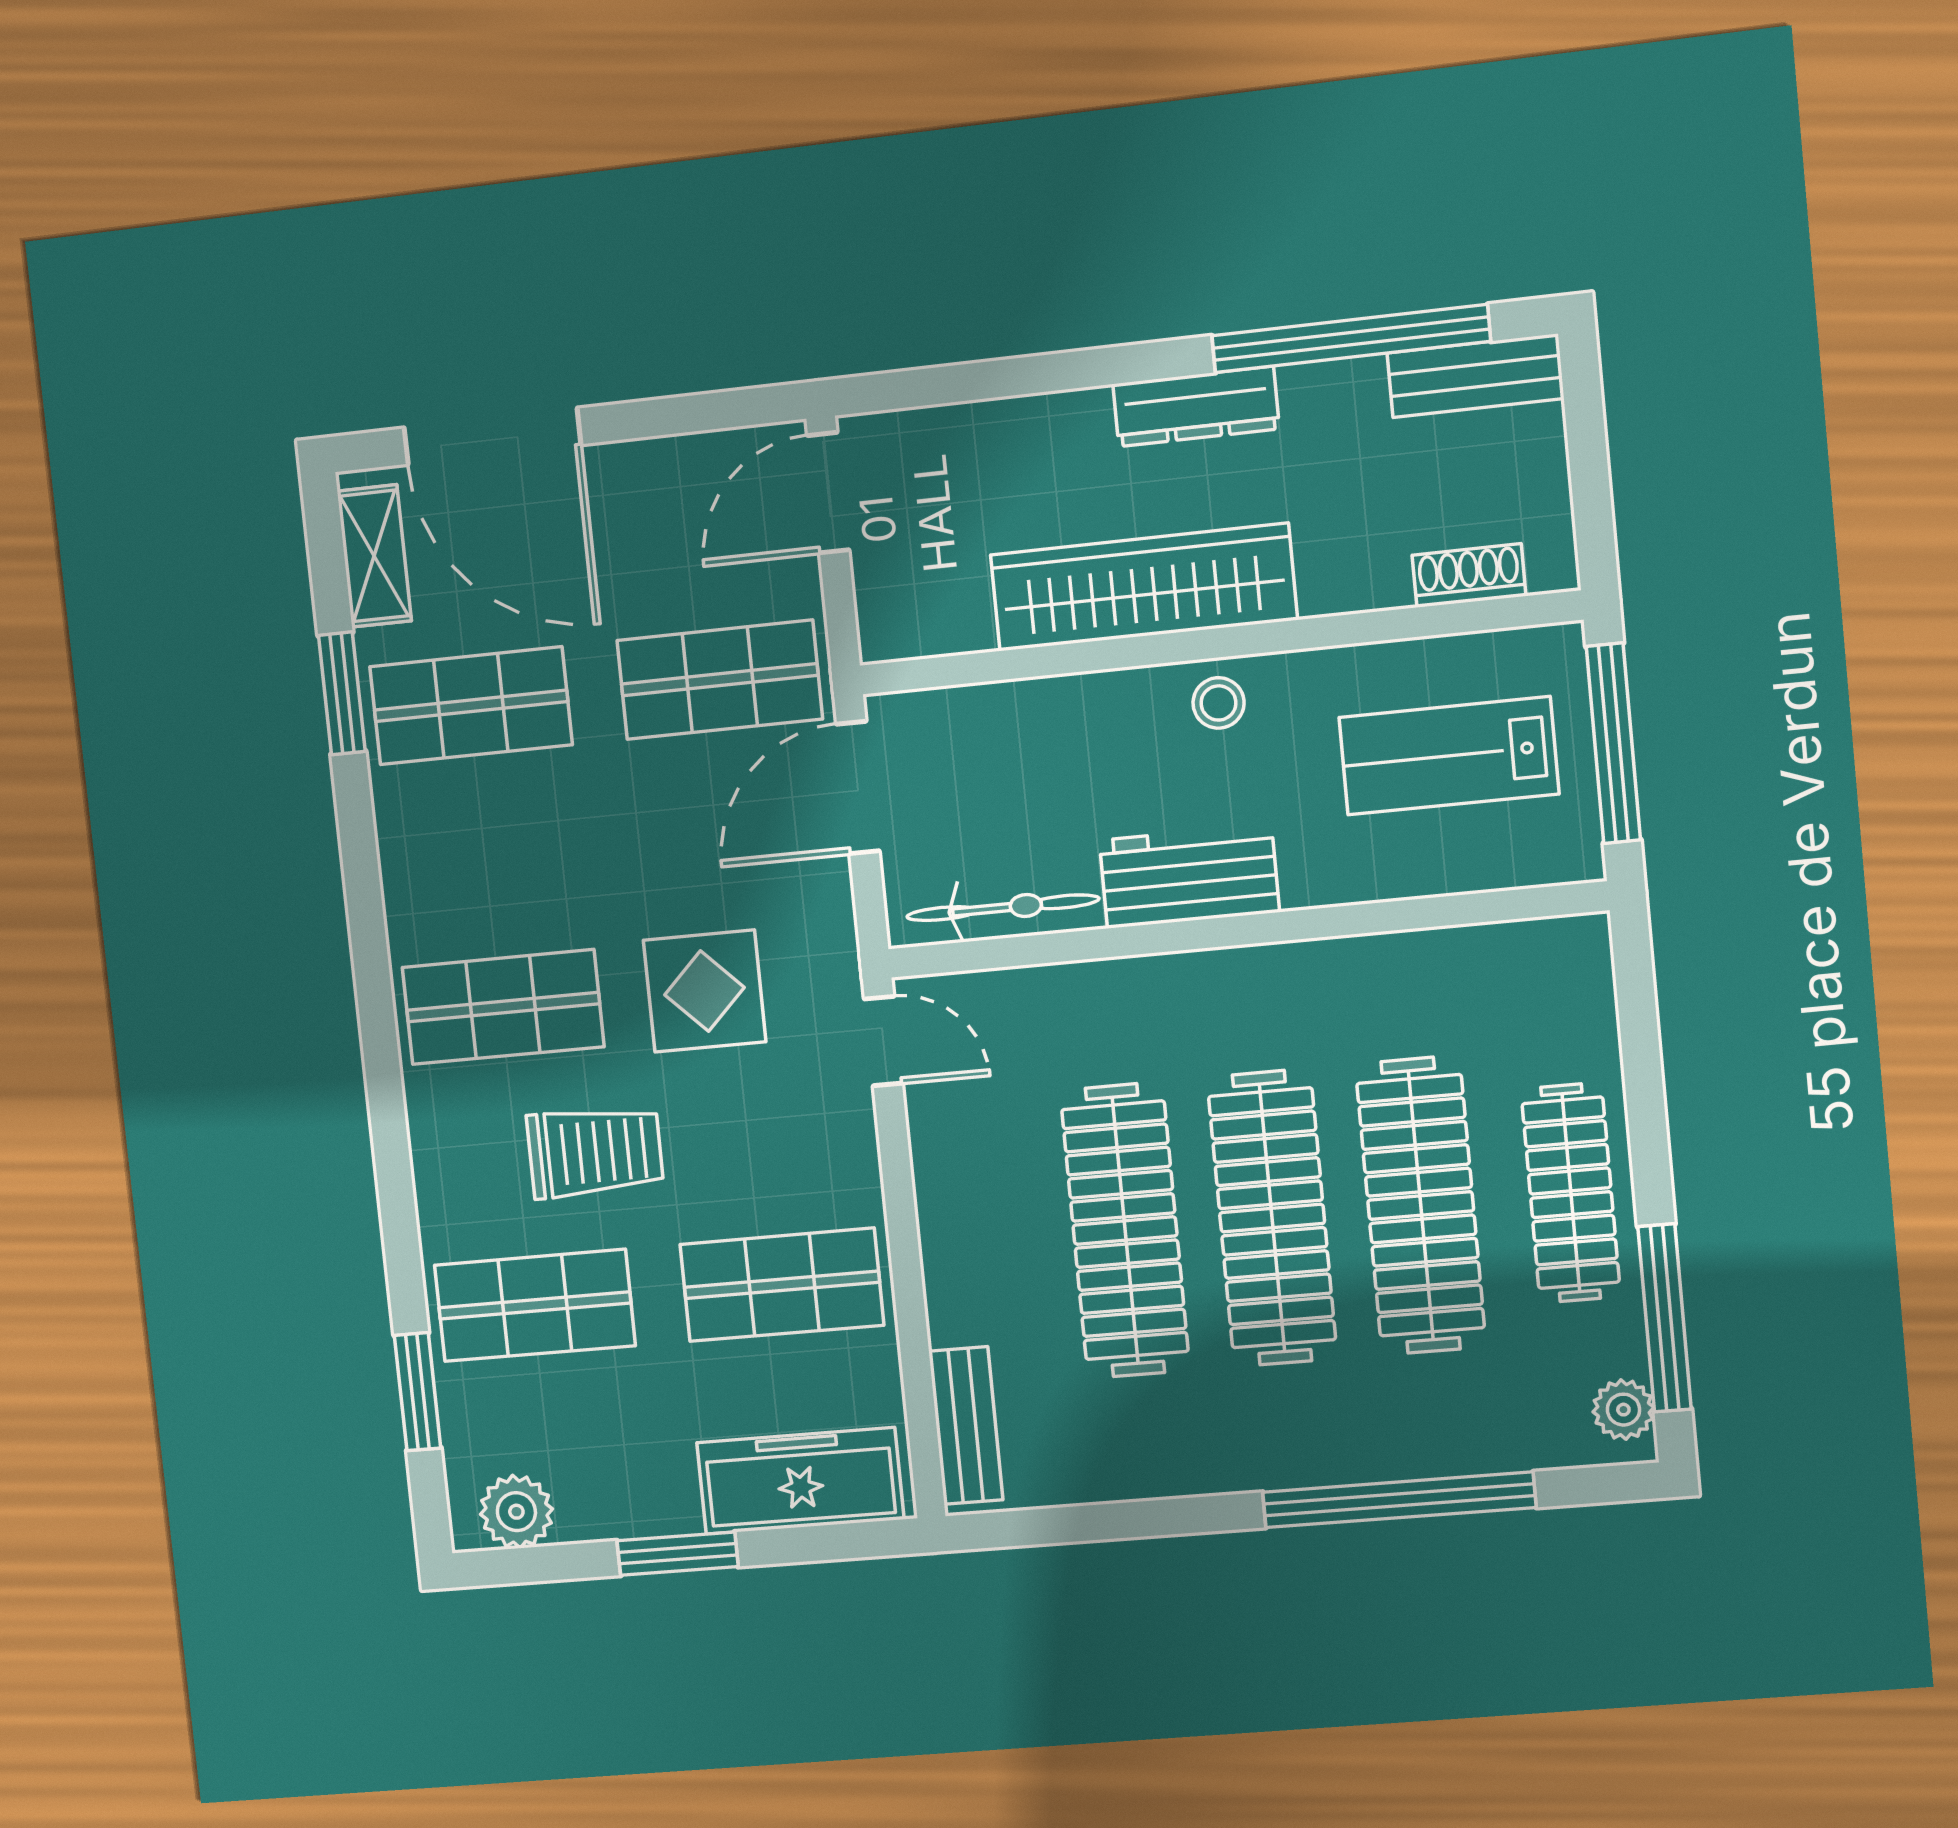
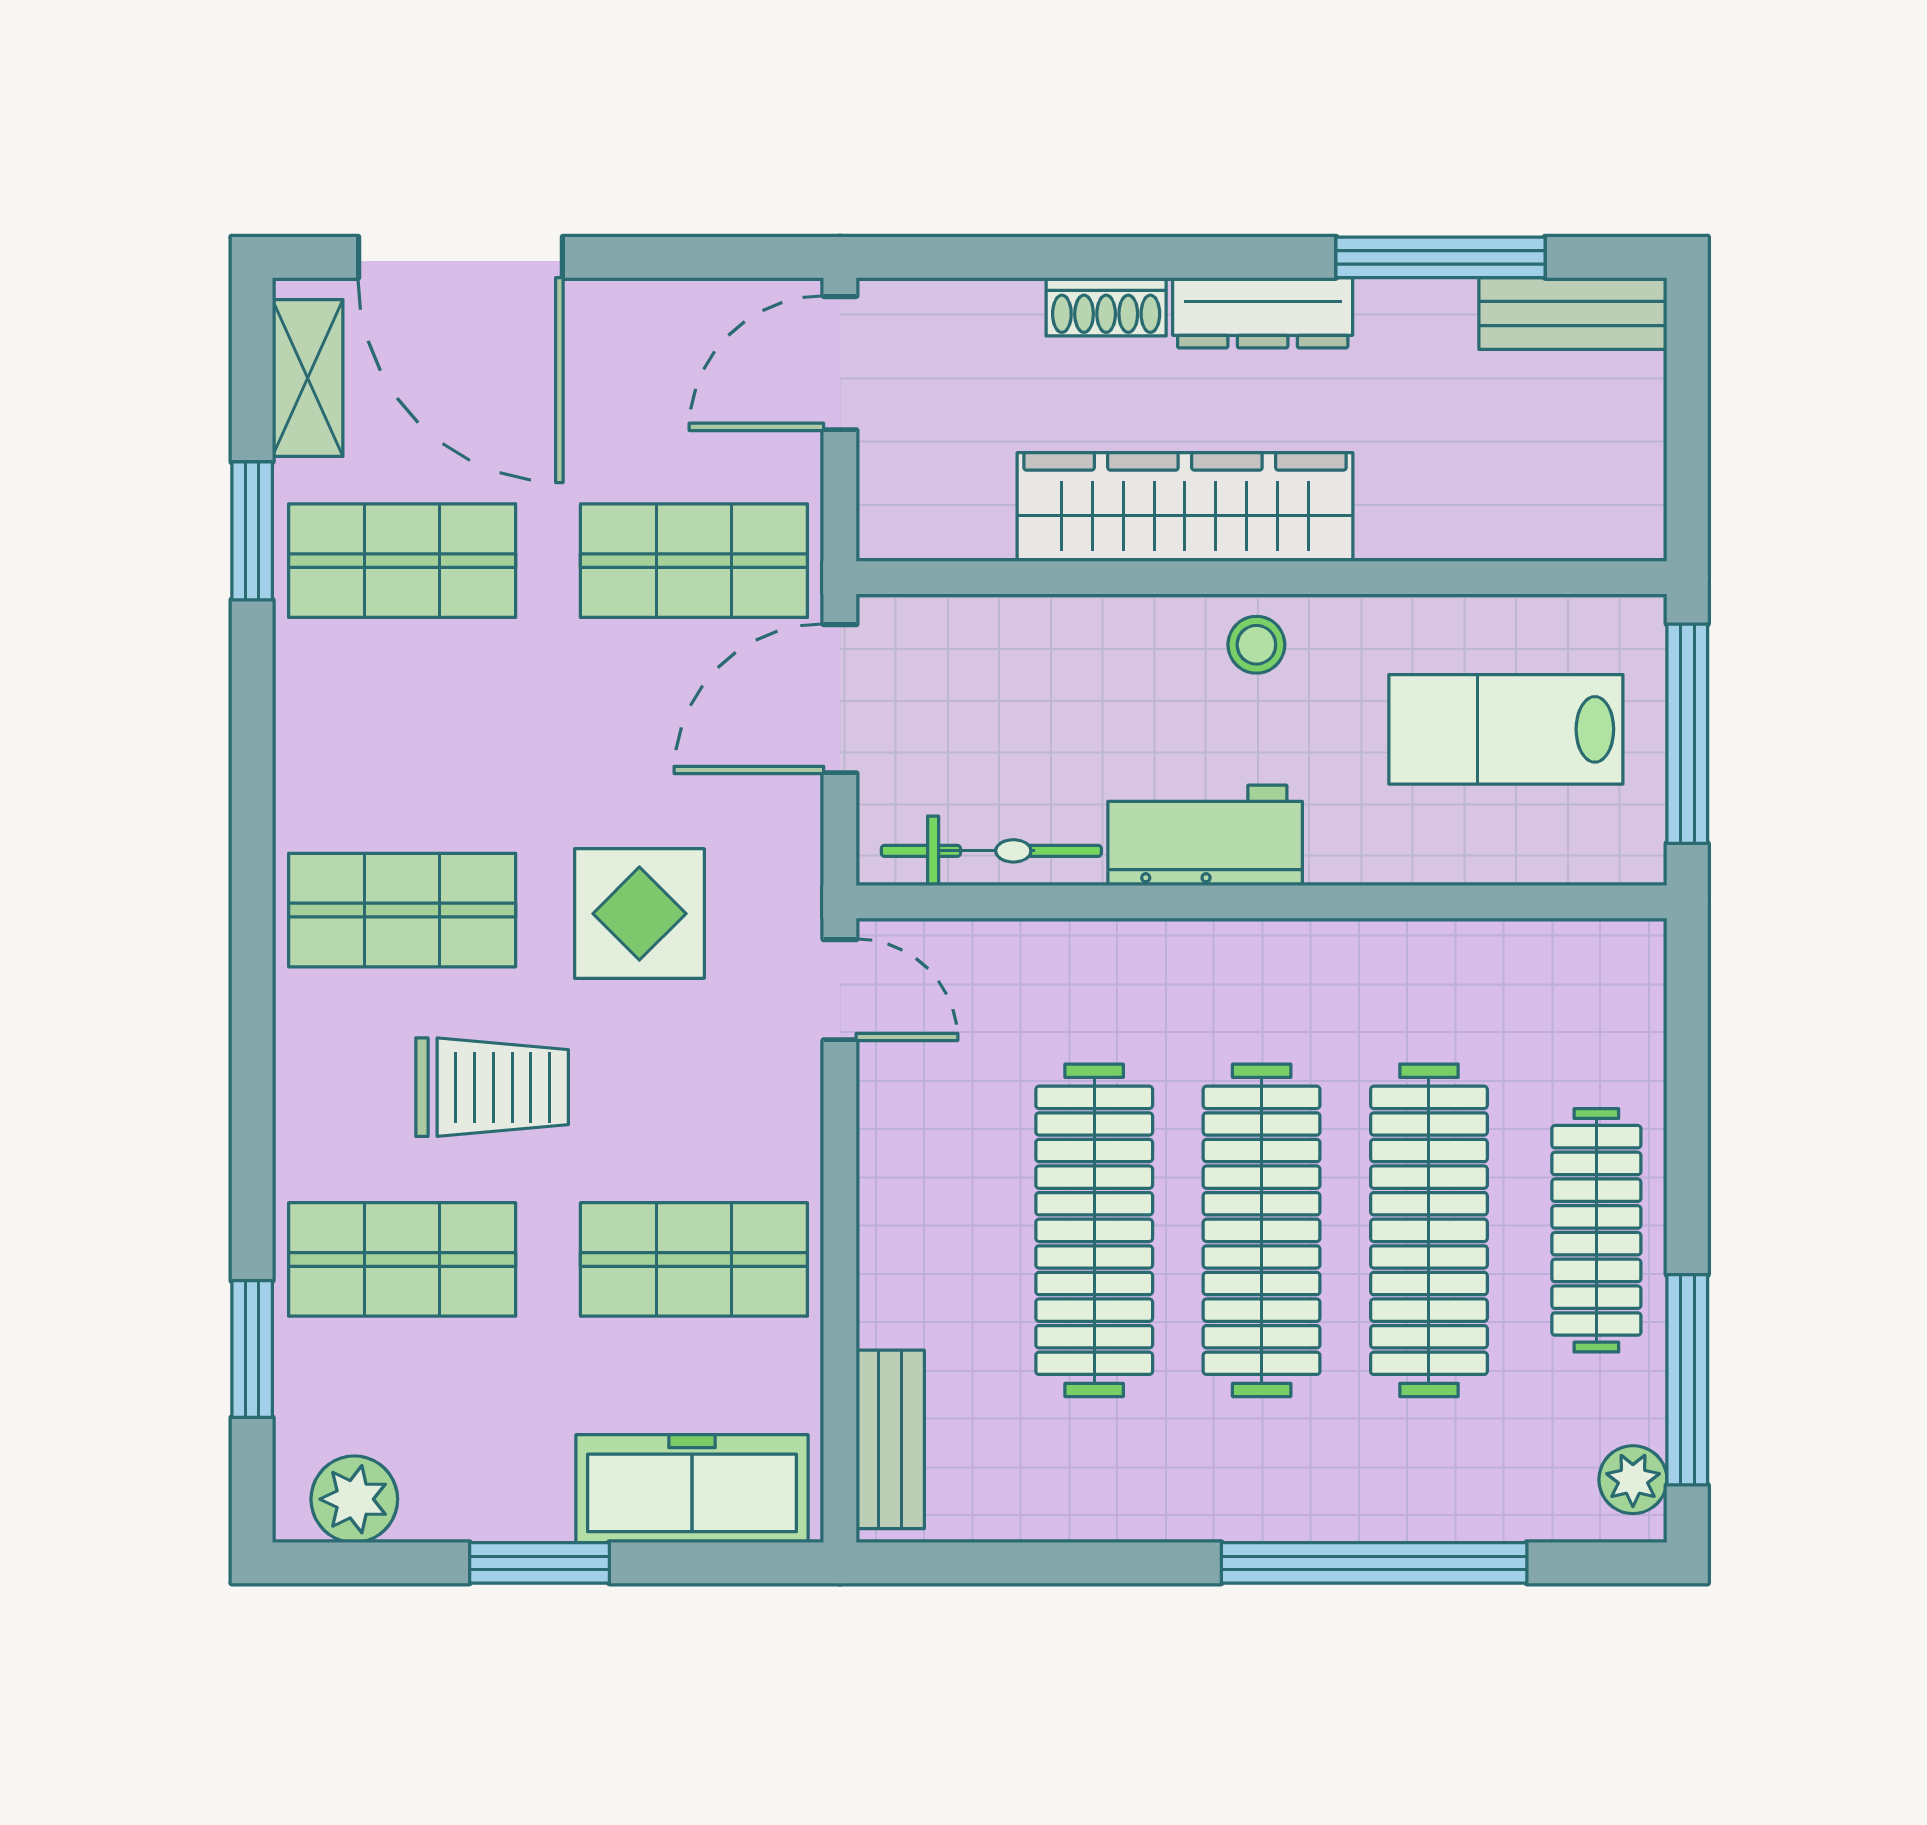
window: (1351, 339) -> (1440, 257), width x0.68
shoe rack: (1469, 576) -> (1106, 307), moved, turned 180

